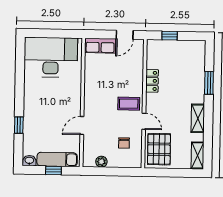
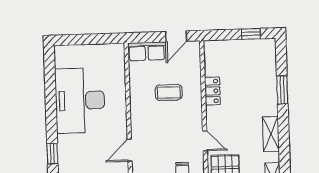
window: (170, 36) -> (251, 34), moved
desk: (51, 57) -> (80, 100), moved, turned -90
coffee table: (129, 104) -> (169, 92), moved

